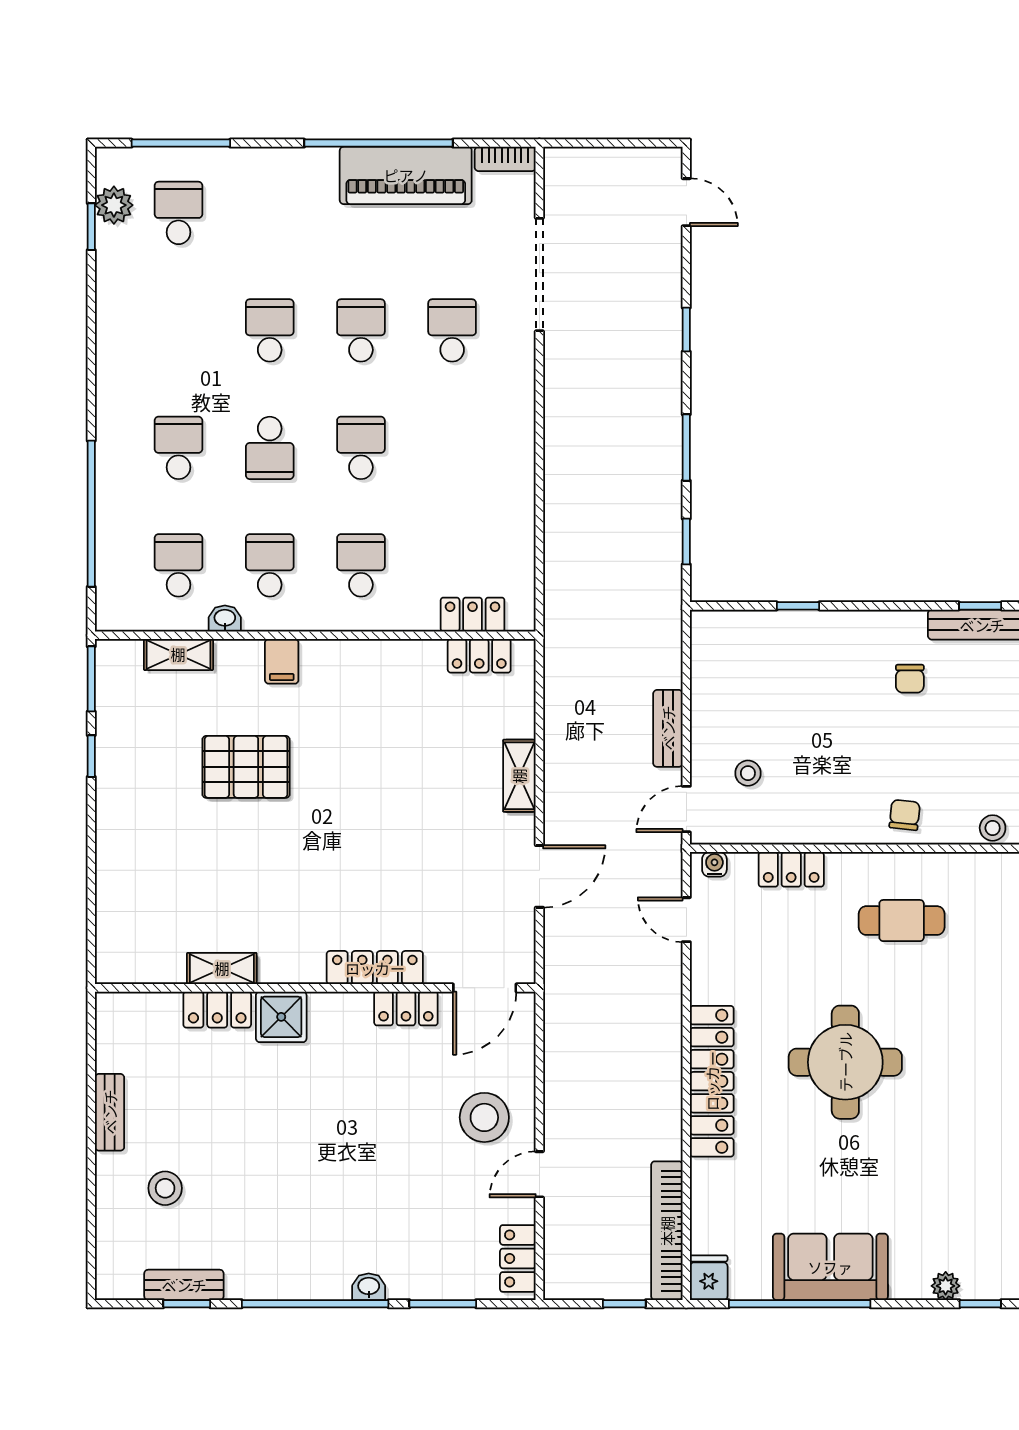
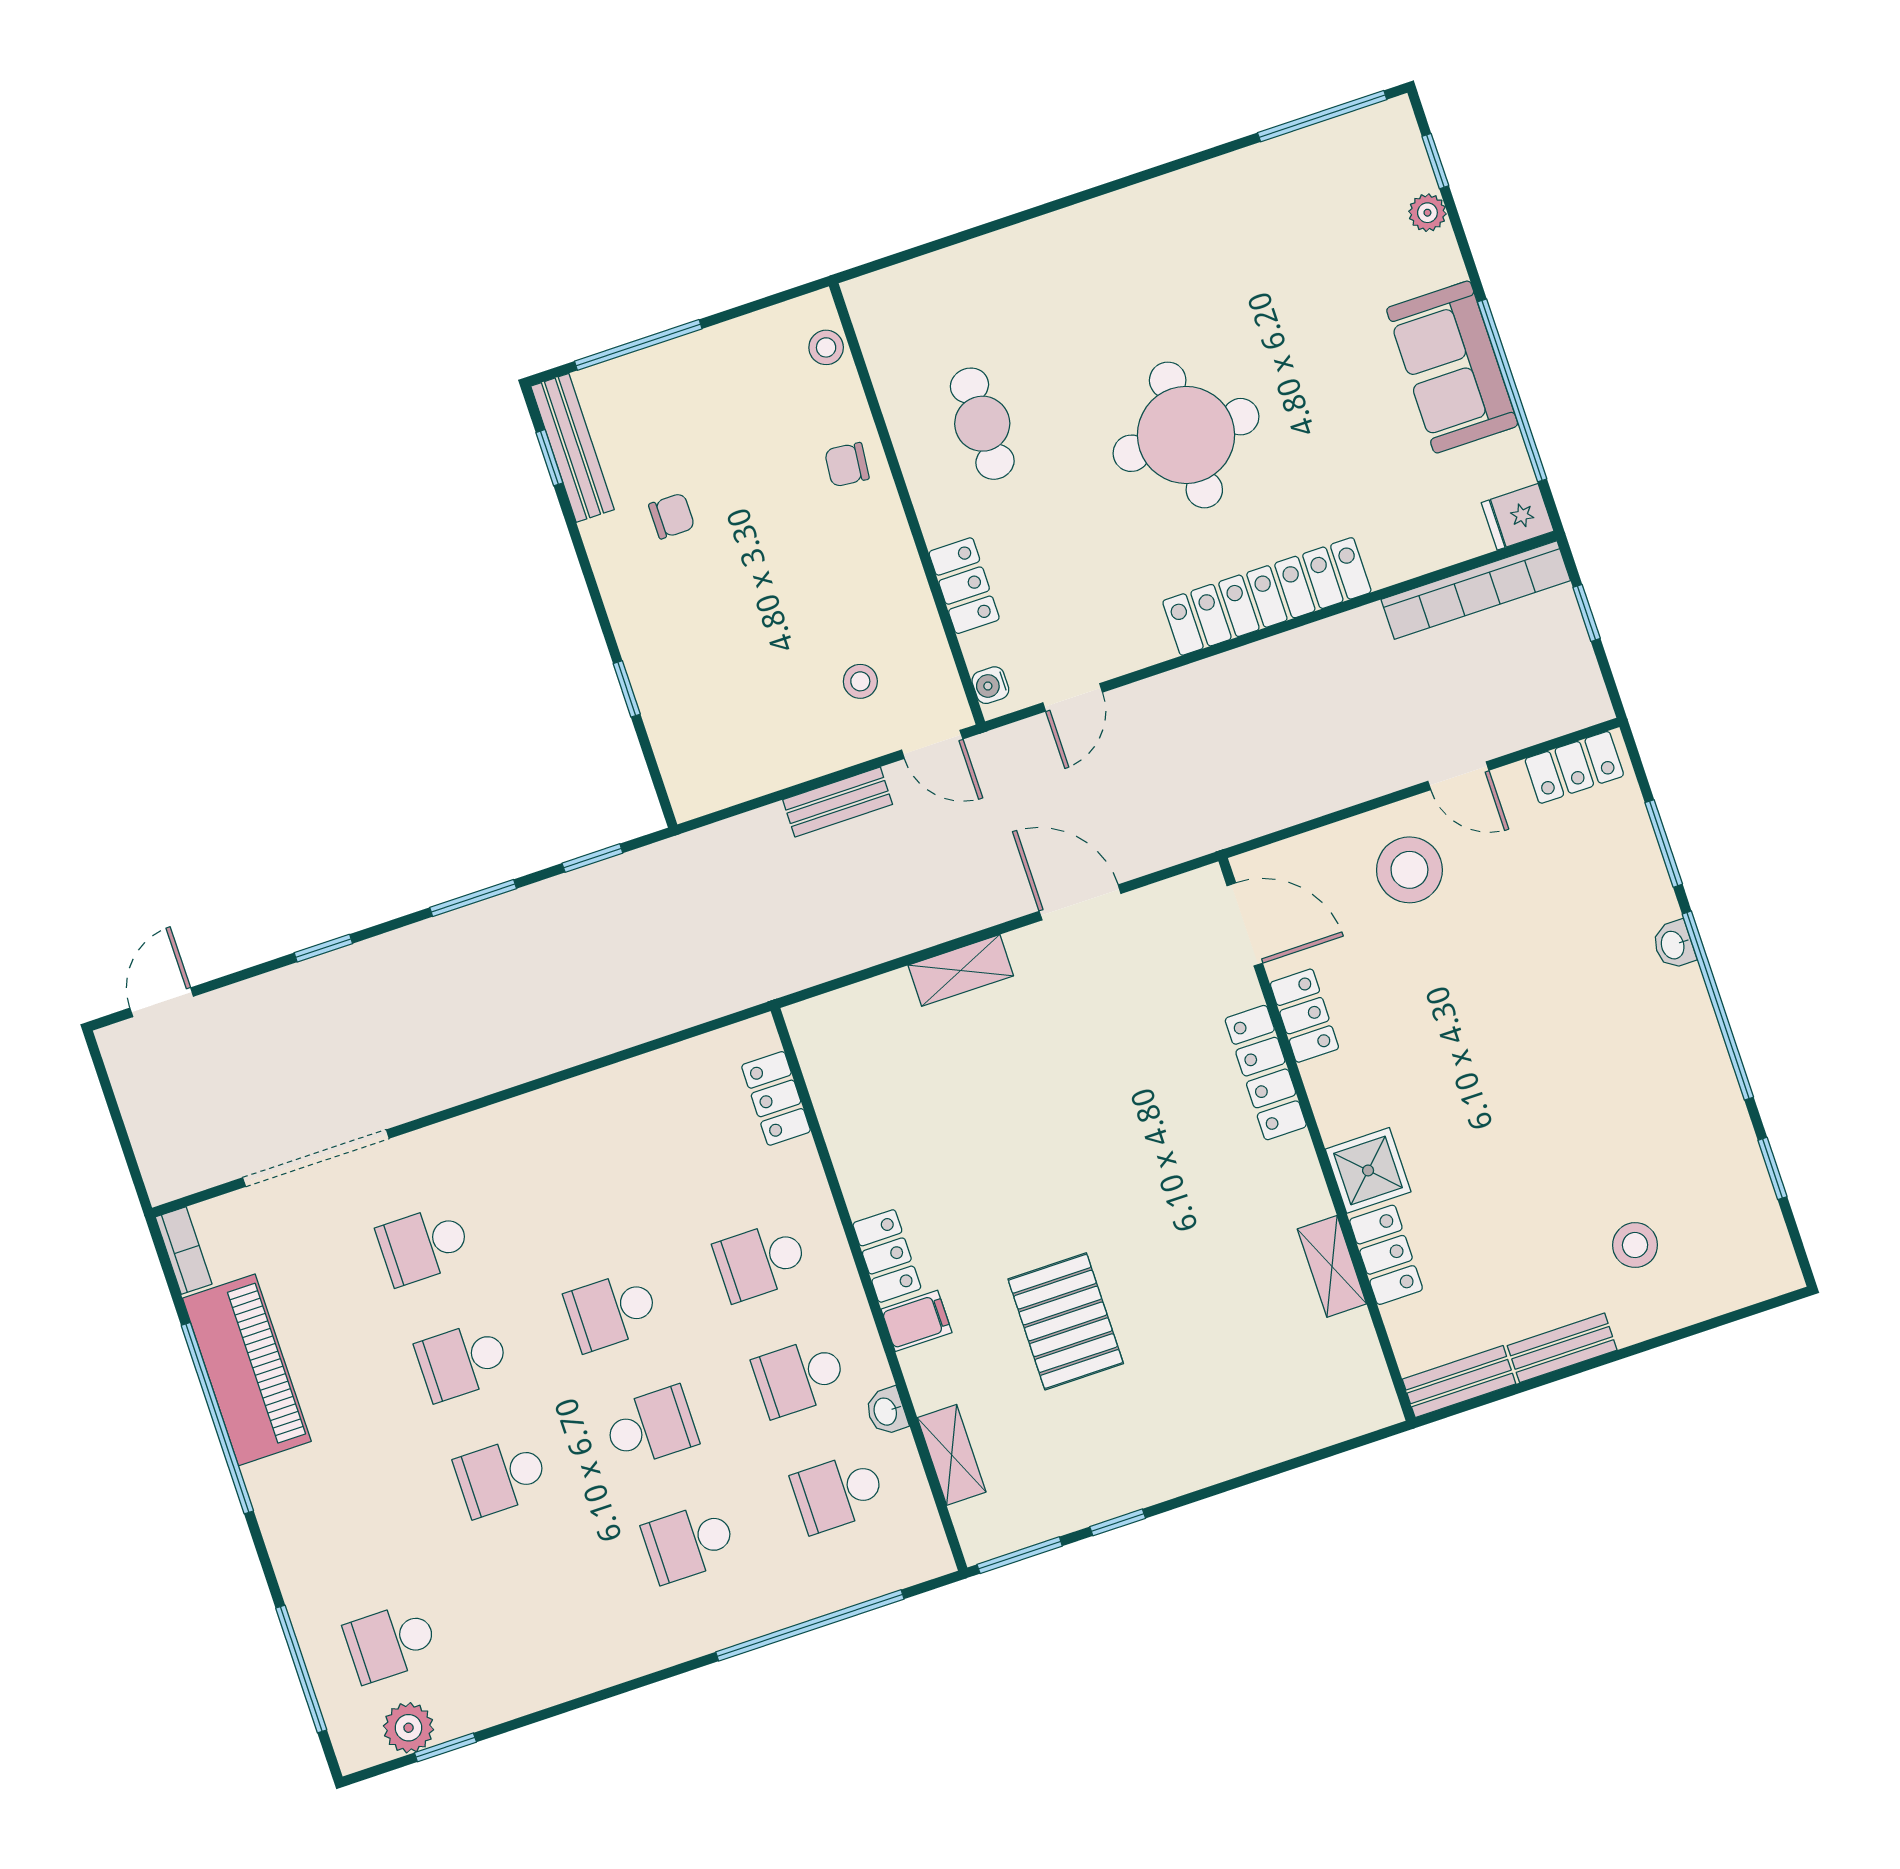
locker: (479, 656) -> (887, 1256), moved
bench: (184, 1285) -> (1459, 1382), moved, turned 90

